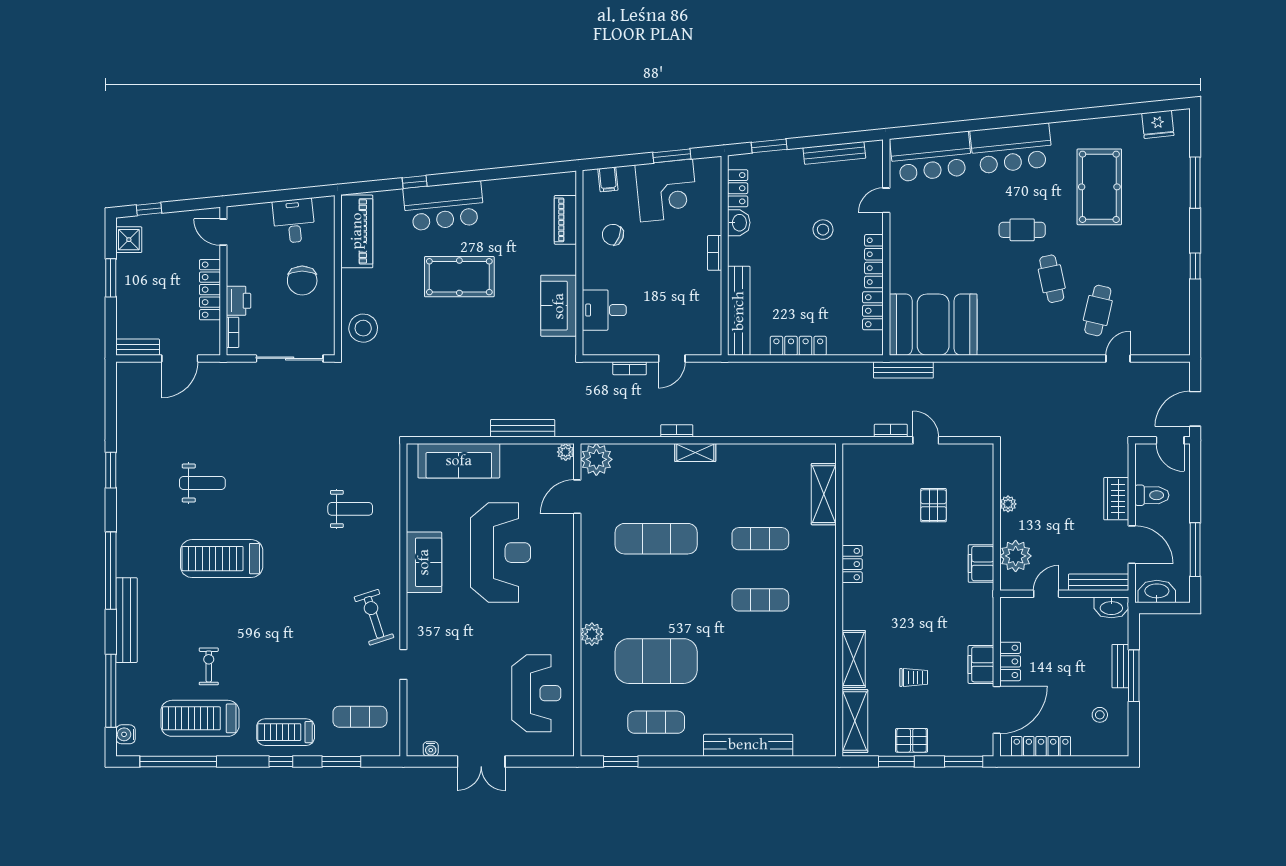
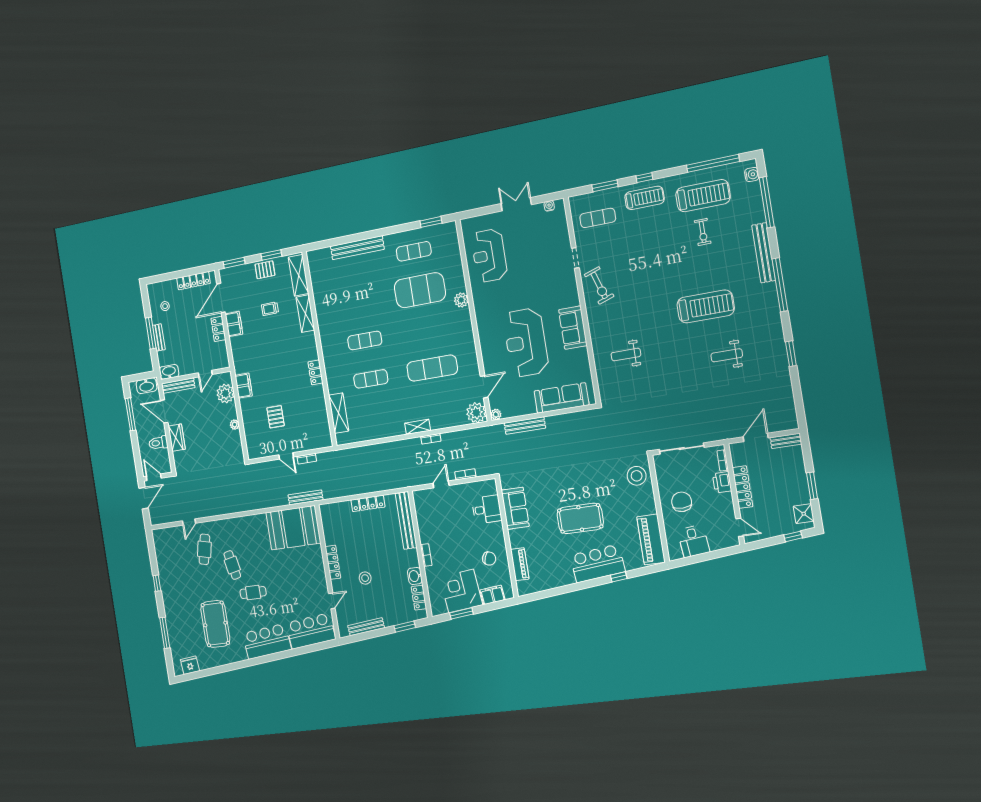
filing cabinet: (608, 179) -> (492, 595), width x2.00
locker: (873, 311) -> (329, 531), removed

